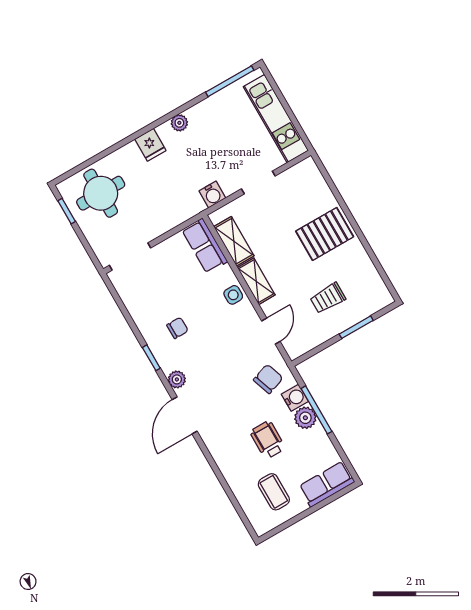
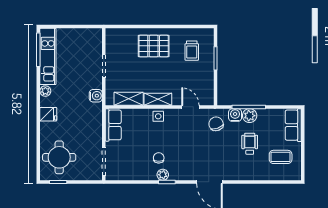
kitchen unit: (276, 119) -> (48, 56), moved, turned -90
pallet: (325, 234) -> (154, 46), turned 90
row of seats: (205, 246) -> (113, 125), moved, turned -90
trolley: (328, 298) -> (192, 51), moved
plant: (177, 379) -> (163, 175), moved
wheelchair: (268, 440) -> (250, 144), turned 90

